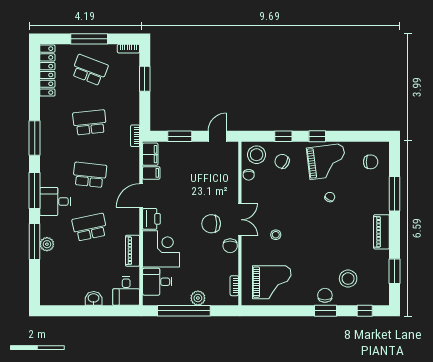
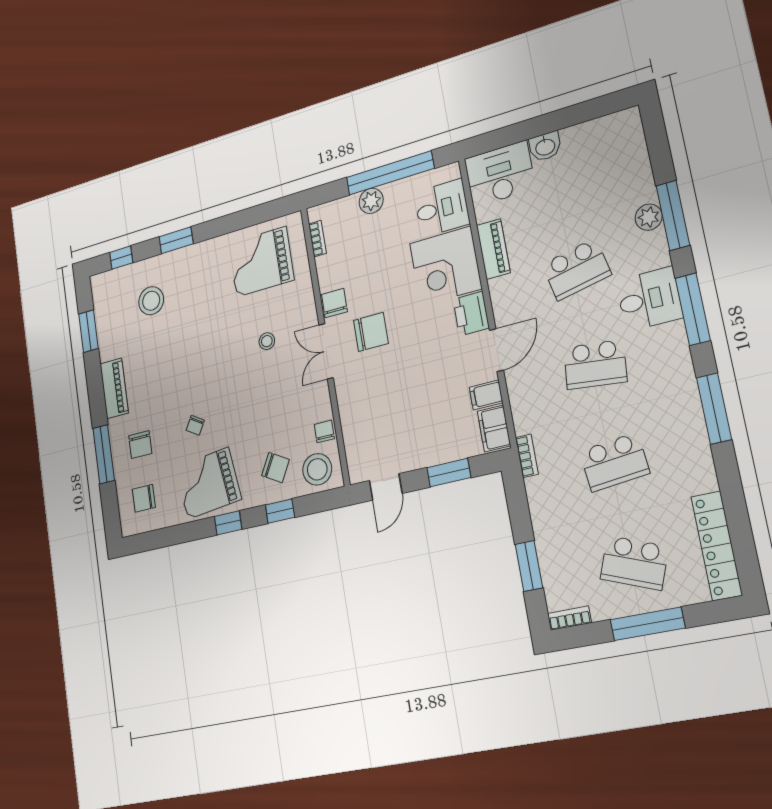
desk: (126, 291) -> (500, 174), width x1.37
chair: (325, 295) -> (140, 445), moved

